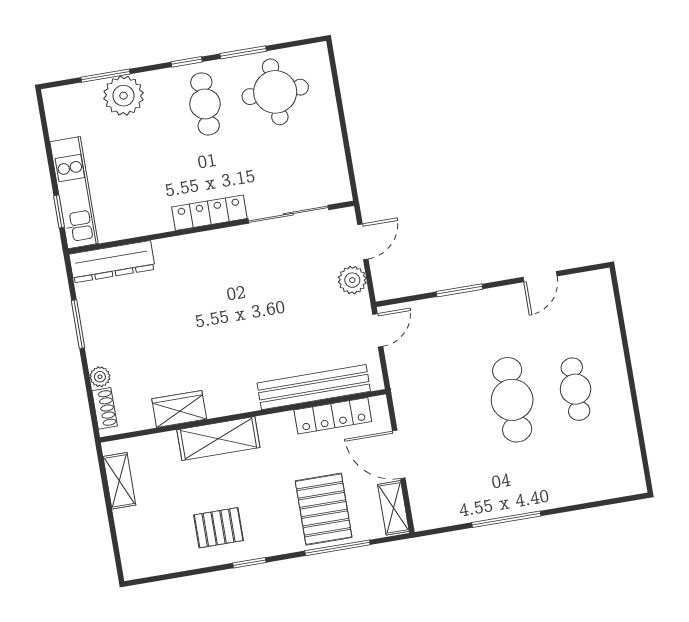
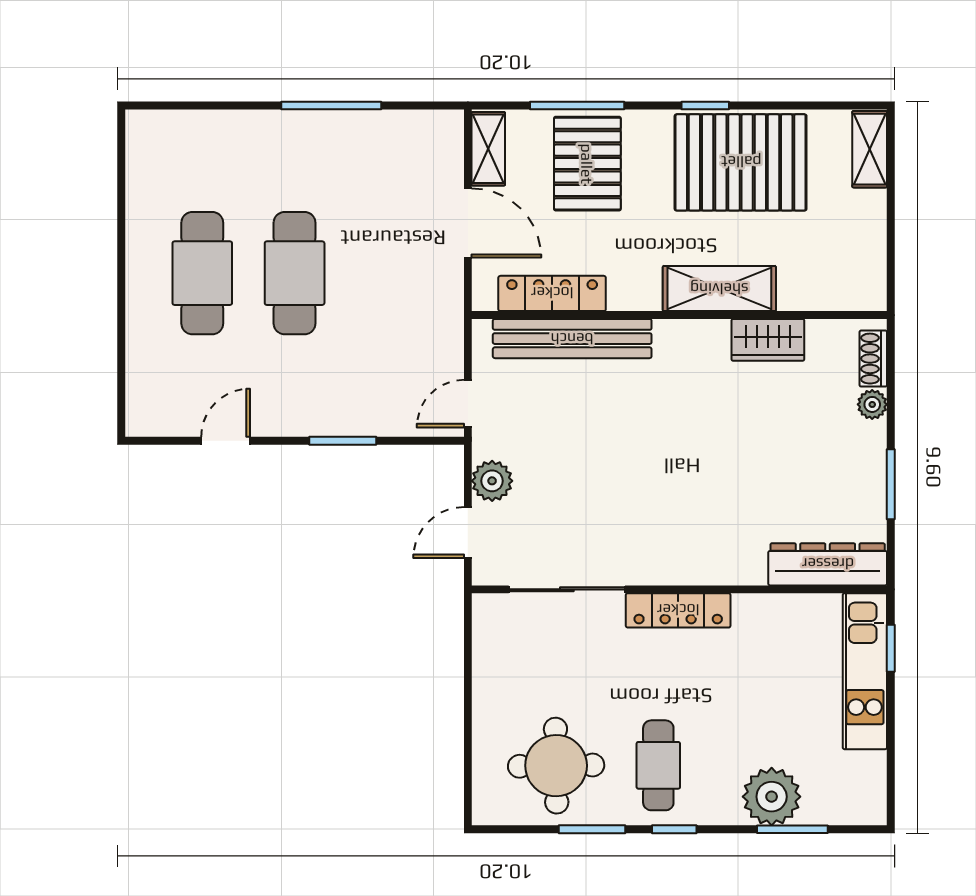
cafe table: (575, 389) -> (202, 273), width x1.37, depth x1.35
shelving: (119, 481) -> (870, 149), moved
pallet: (219, 528) -> (741, 162), width x2.05, depth x2.00

